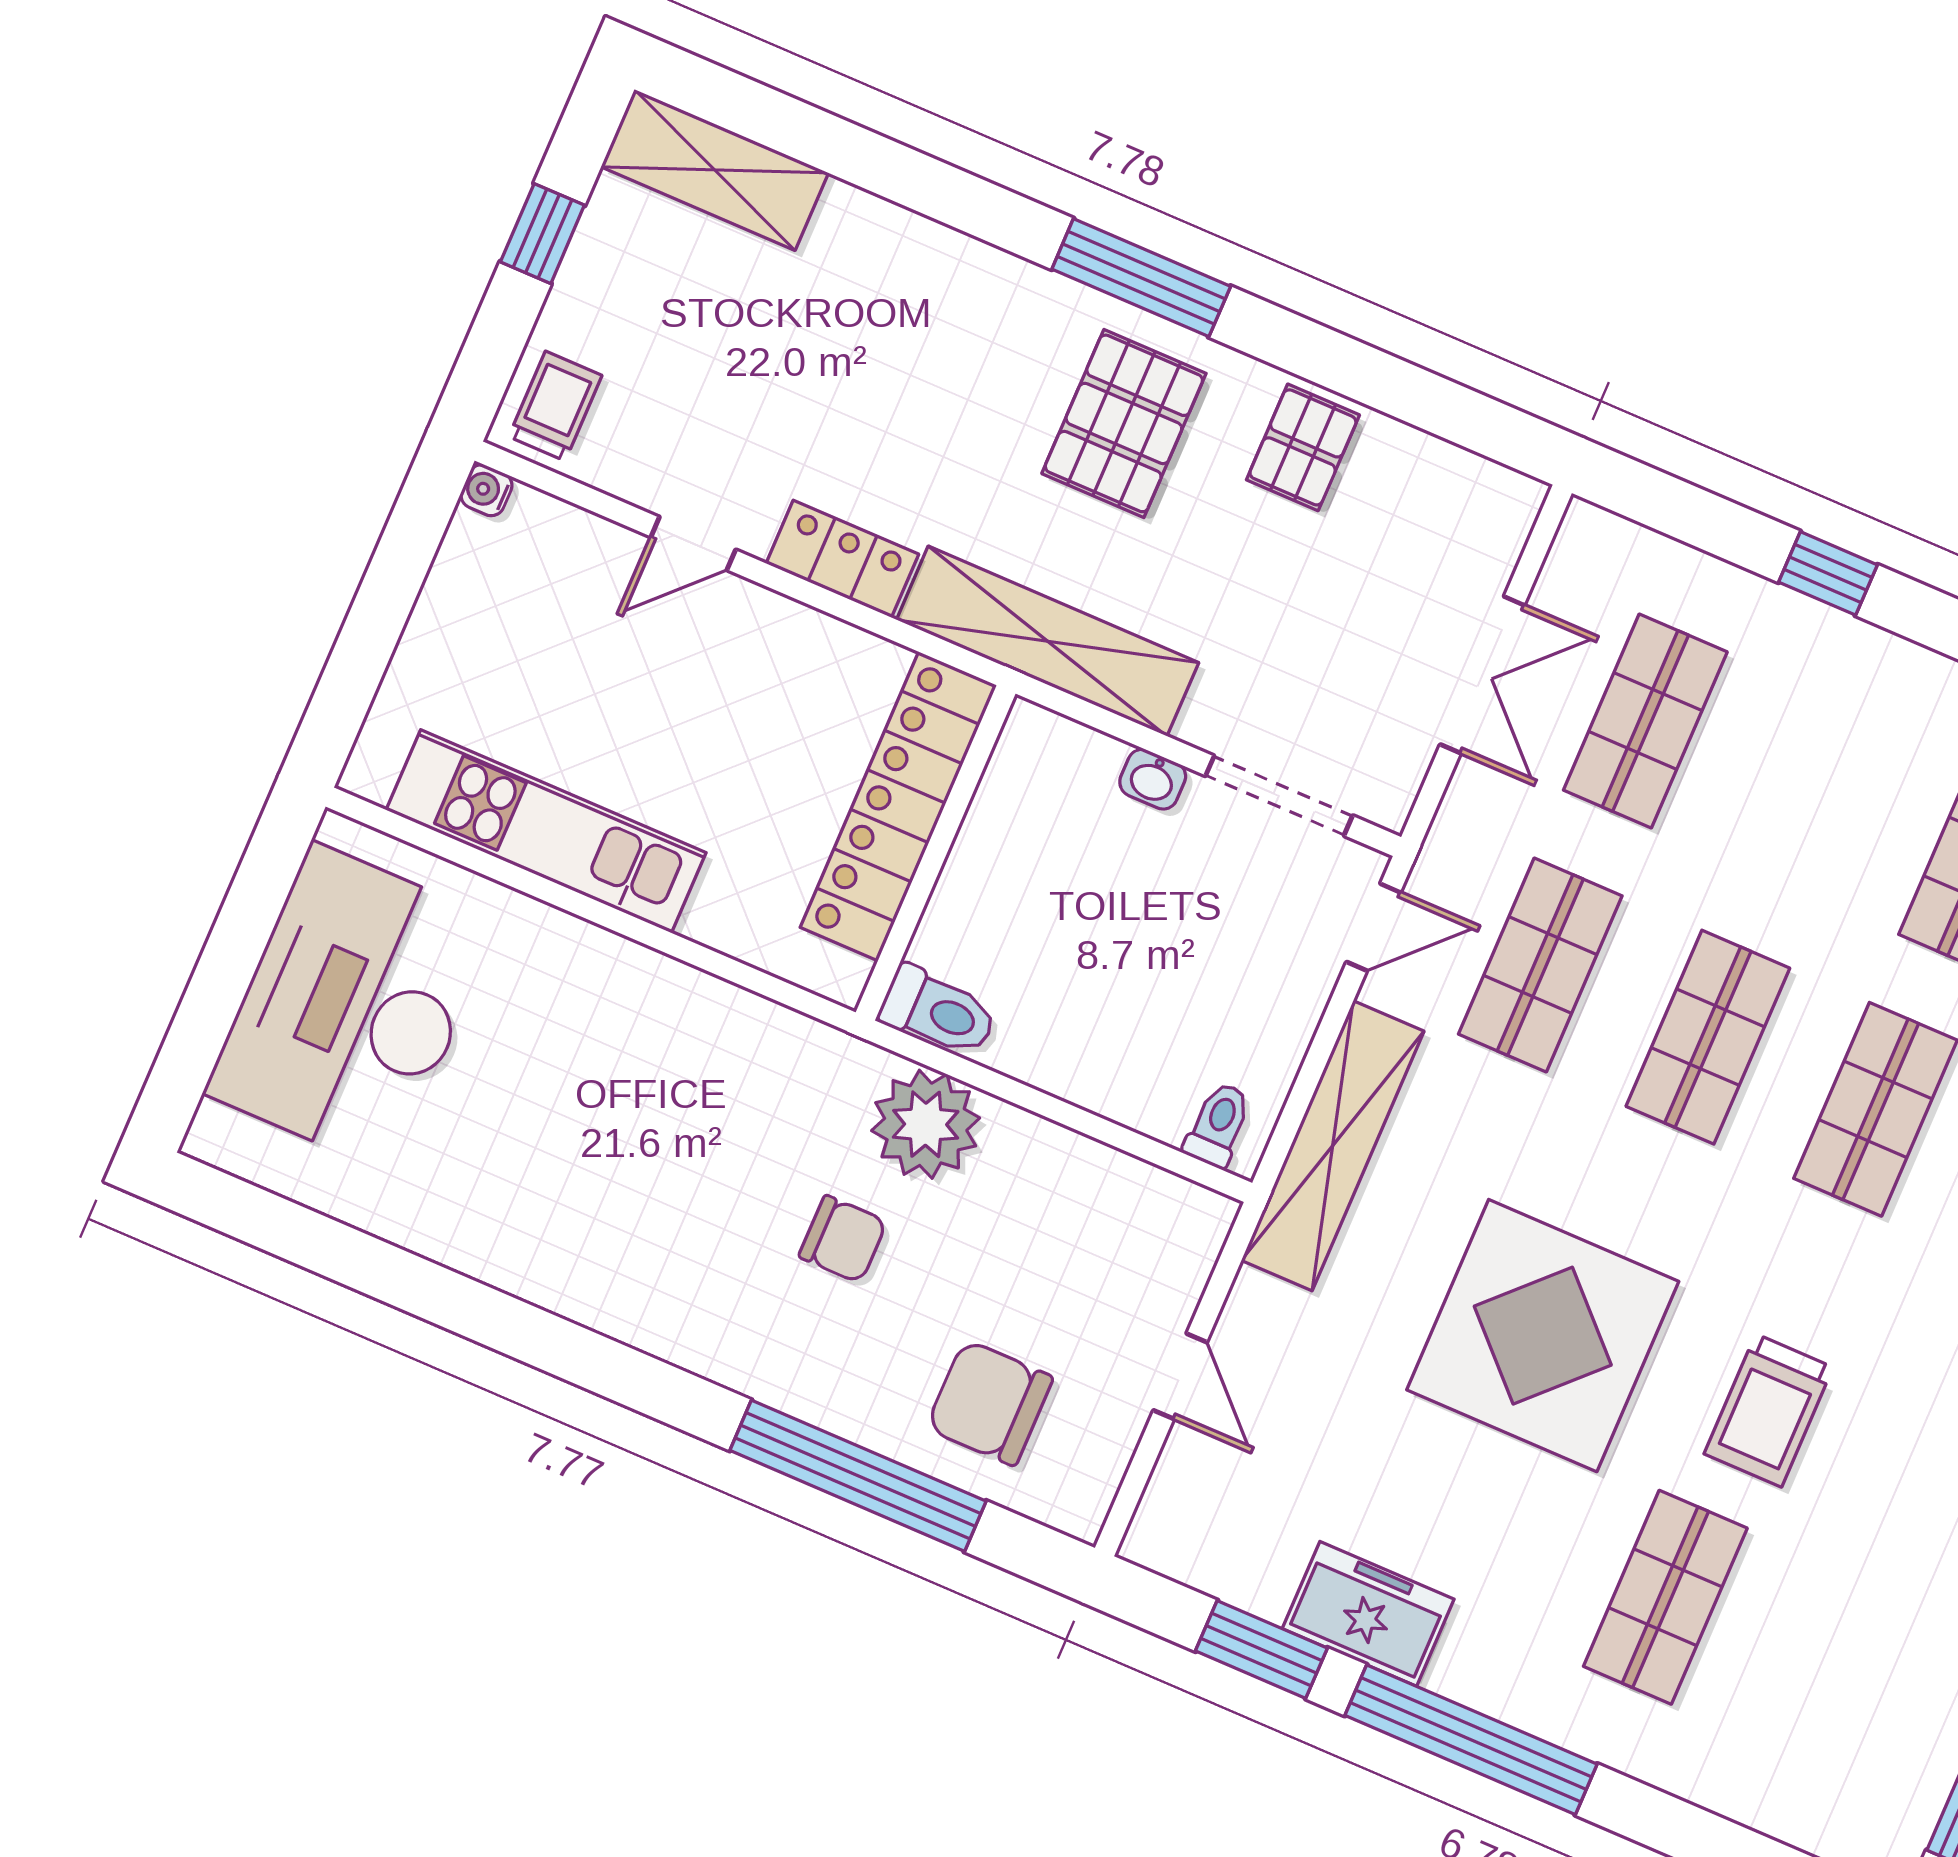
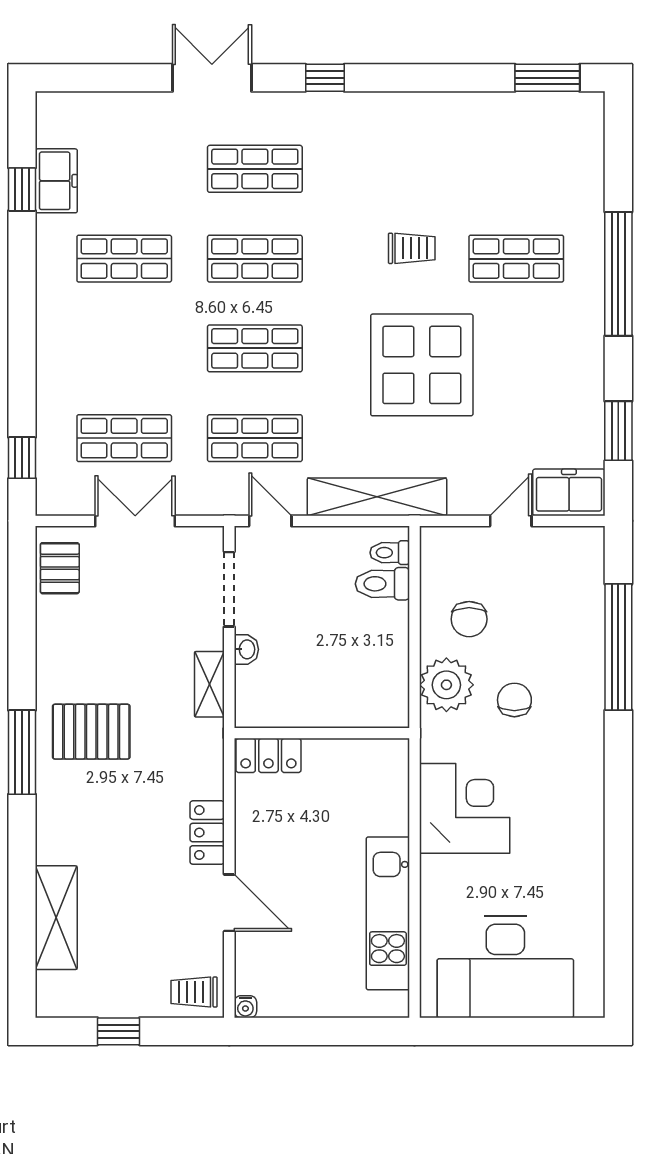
shelving: (715, 170) -> (56, 918), moved
pallet: (1303, 447) -> (60, 568), moved, turned 90
door: (693, 543) -> (229, 903), width x1.38
window: (1828, 573) -> (22, 458), moved
shelving: (1048, 641) -> (209, 684), width x0.45, depth x0.75
locker: (898, 806) -> (268, 755), width x0.46, depth x0.83
toilet: (938, 1012) -> (382, 584), moved, turned -90
corner desk: (681, 1059) -> (465, 808), added
chair: (990, 1403) -> (469, 619), moved, width x0.73, depth x0.73
trolley: (1769, 1410) -> (412, 248), width x0.73, depth x0.72
freezer: (1368, 1614) -> (569, 492), moved, turned 90
window: (1471, 1740) -> (618, 274), moved

